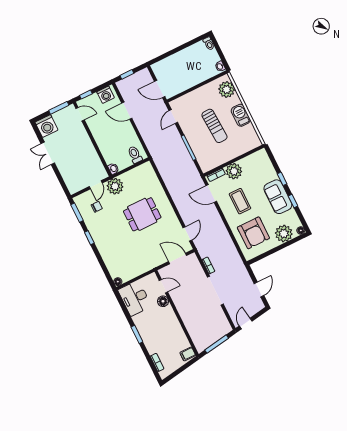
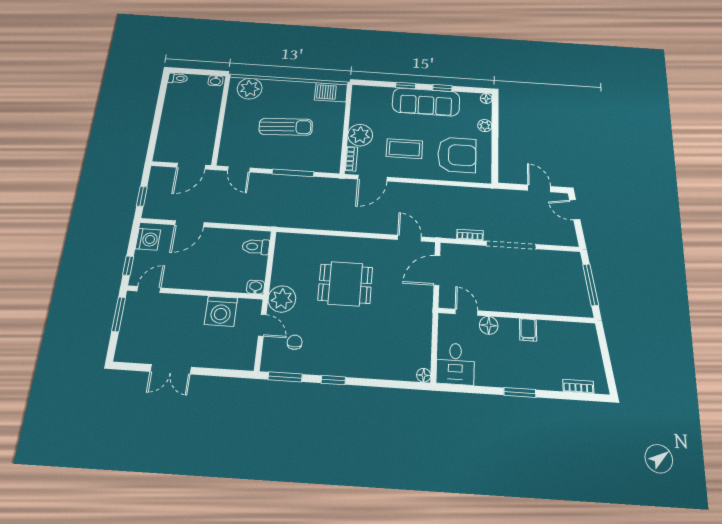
barbecue: (241, 115) -> (331, 92), moved
washing machine: (46, 126) -> (221, 311), moved, turned 90
sofa: (278, 197) -> (426, 102), width x1.36
dining table: (142, 214) -> (345, 284), turned 90
plant: (284, 234) -> (485, 126), width x0.53, depth x0.53
door: (163, 286) -> (467, 312), hinge flipped
desk: (135, 298) -> (455, 364), width x0.73
door: (246, 323) -> (575, 210), moved
filing cabinet: (188, 354) -> (528, 330), moved

